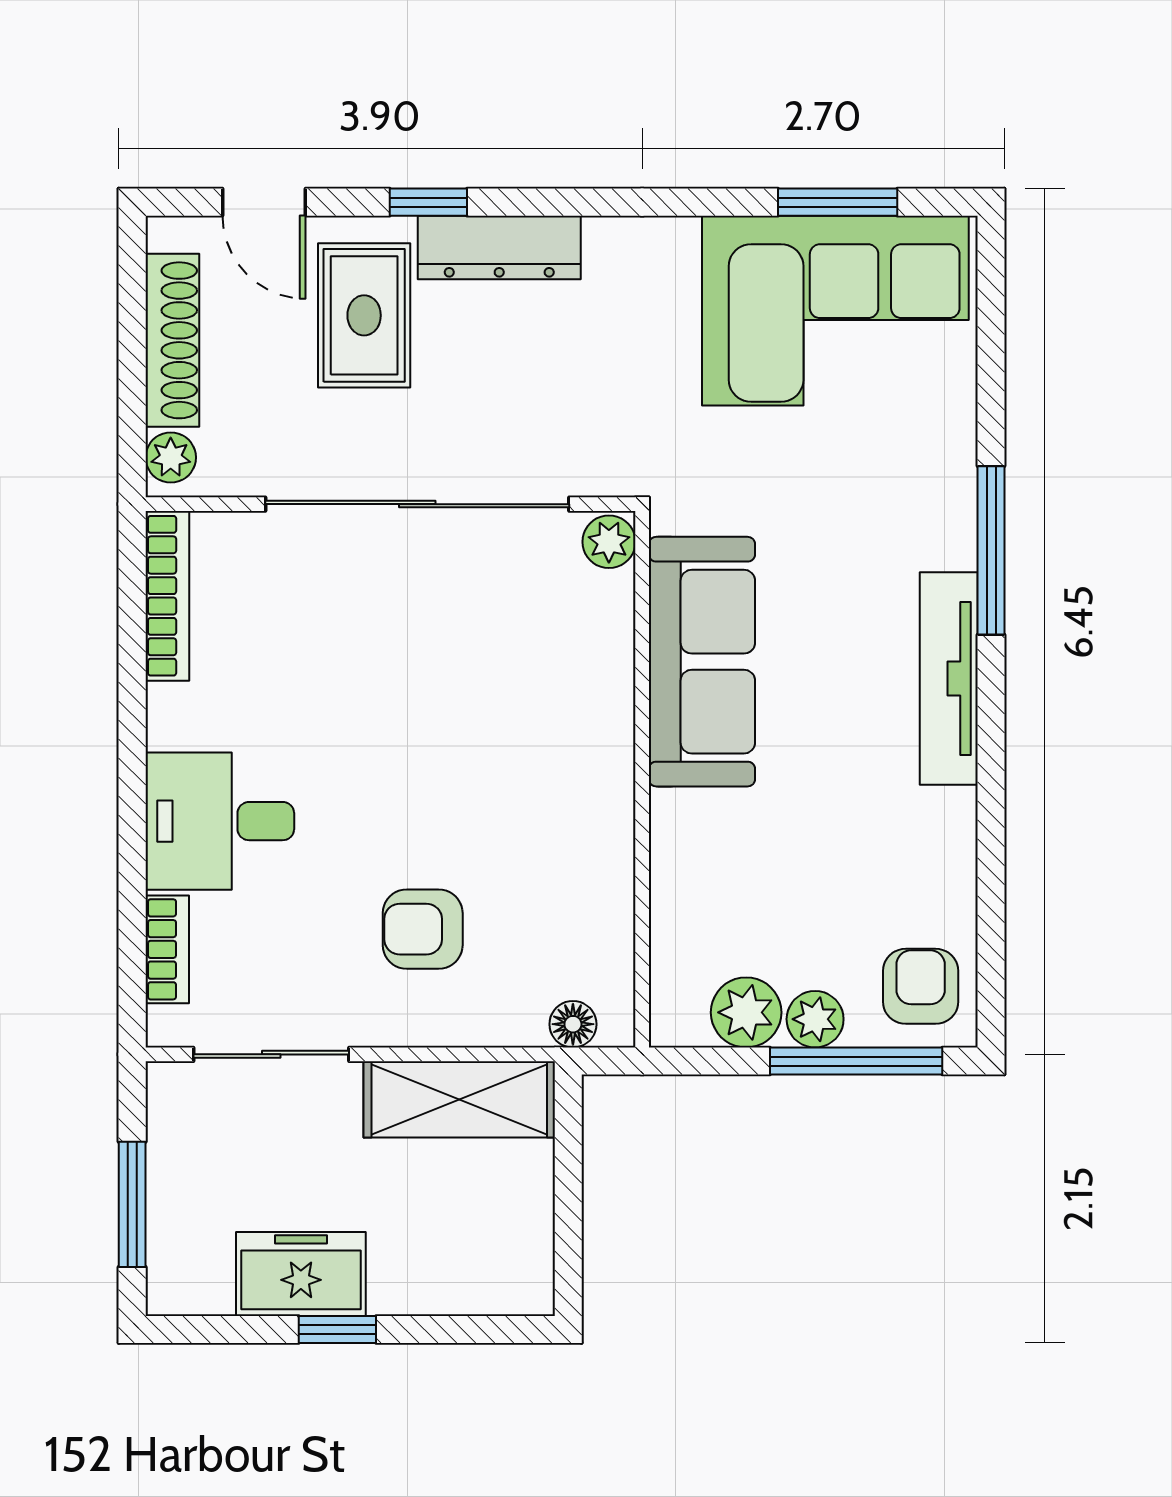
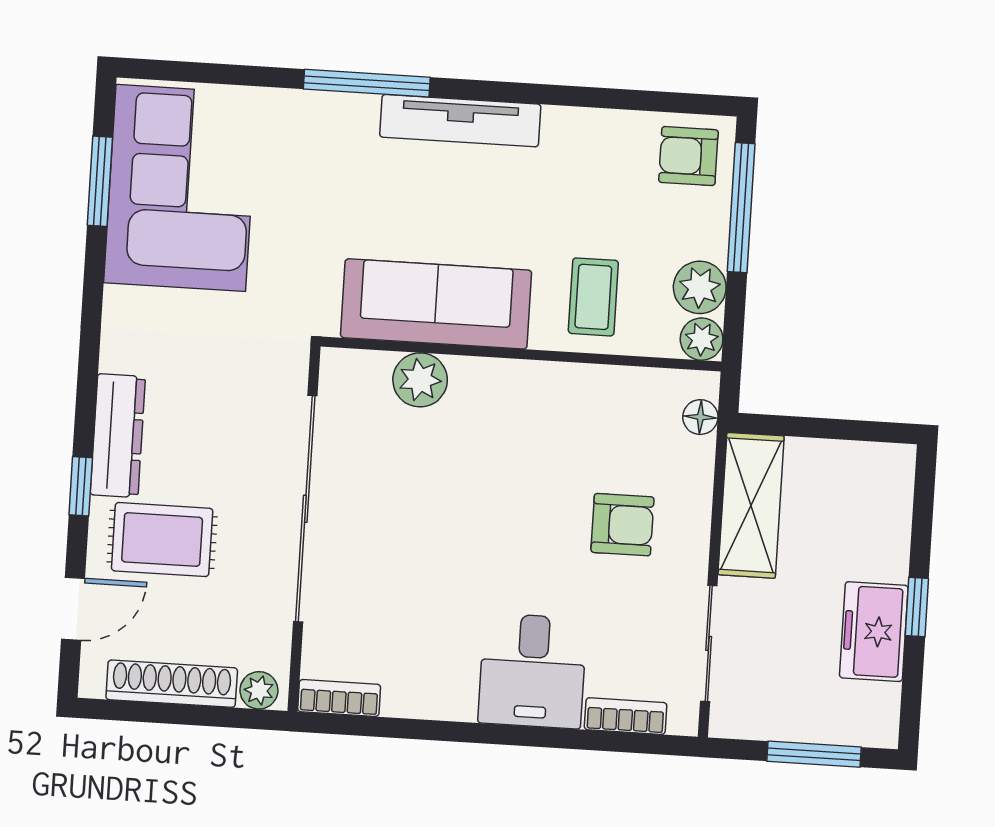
plant: (609, 542) -> (420, 380), moved, width x1.38, depth x1.38
bookcase: (167, 596) -> (339, 698), width x0.64
coffee table: (724, 871) -> (593, 297), added
armchair: (423, 929) -> (622, 525), turned -90
plant: (815, 1019) -> (702, 339), moved

